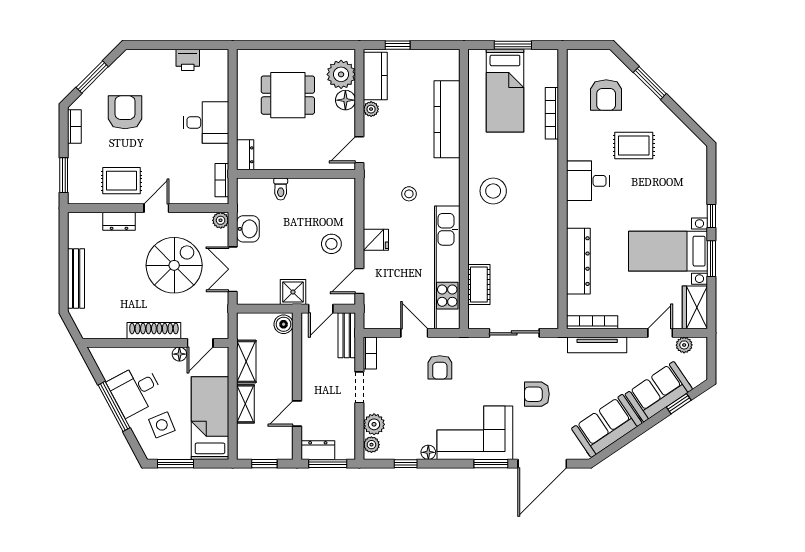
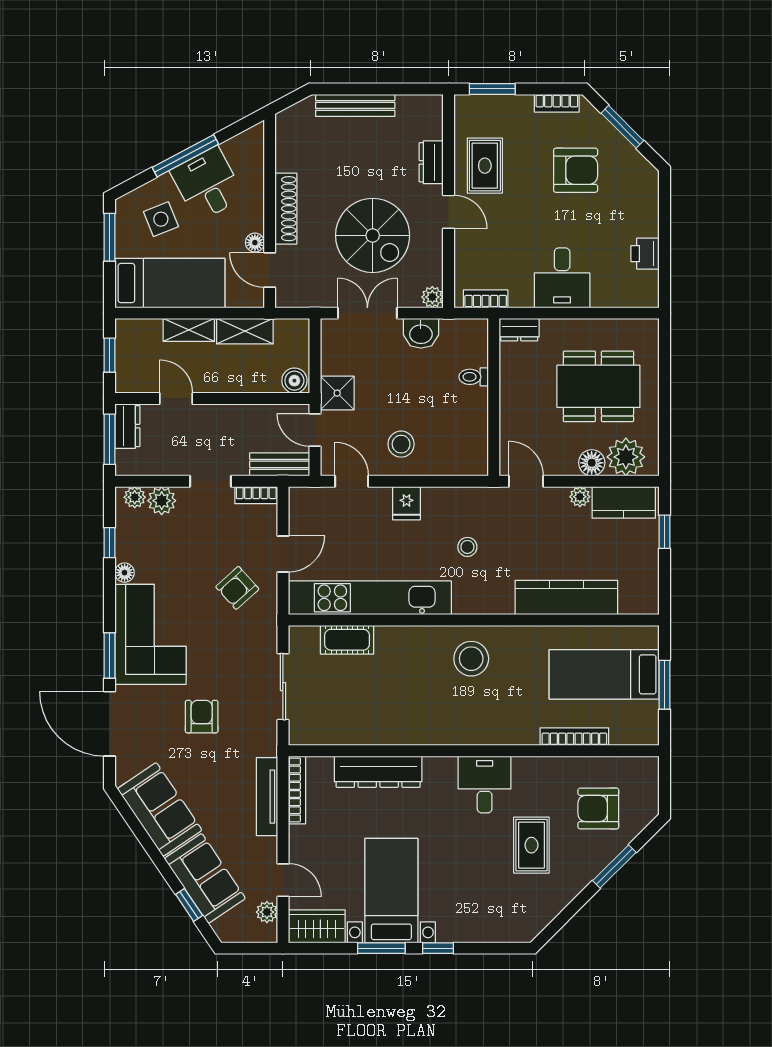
dining table: (288, 95) -> (598, 386), width x1.38
armchair: (440, 367) -> (237, 588), turned -42

